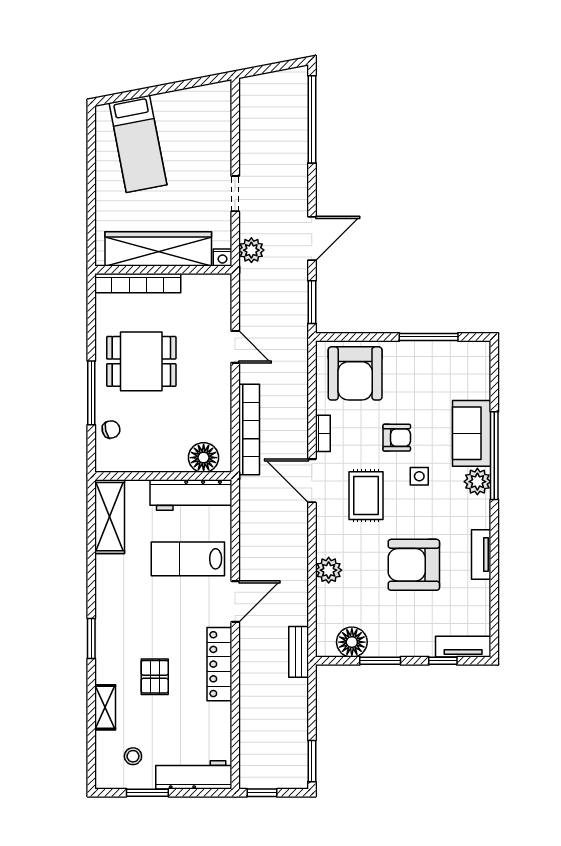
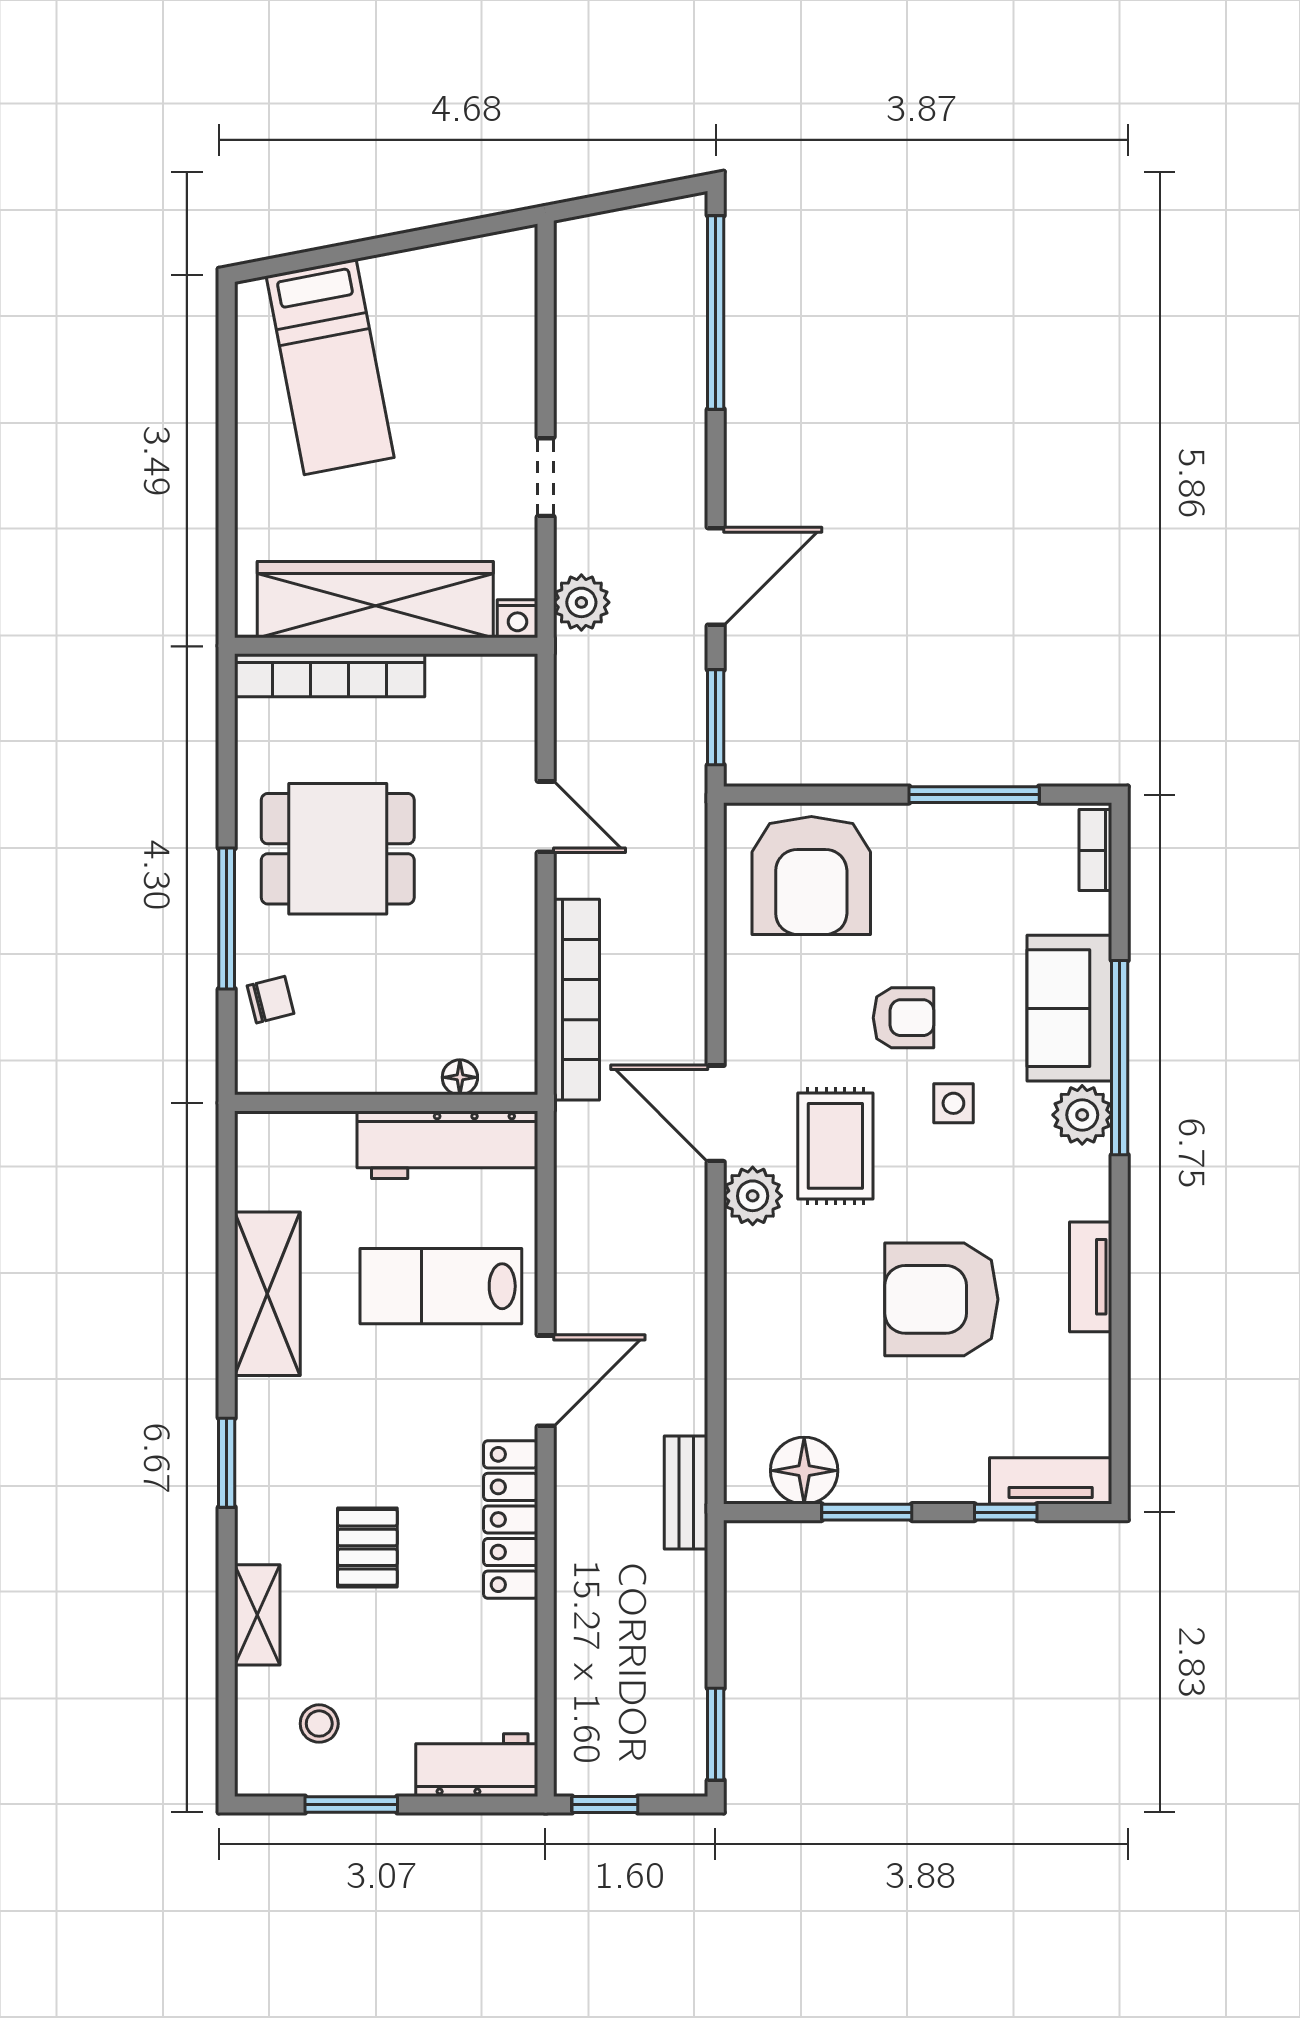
bookcase: (323, 433) -> (1095, 850), moved, turned 180
floor lamp: (204, 458) -> (460, 1077), width x0.53, depth x0.53
shelving: (110, 517) -> (267, 1294), moved
plant: (329, 570) -> (753, 1196), moved
workbench: (194, 775) -> (477, 1765), width x0.73

